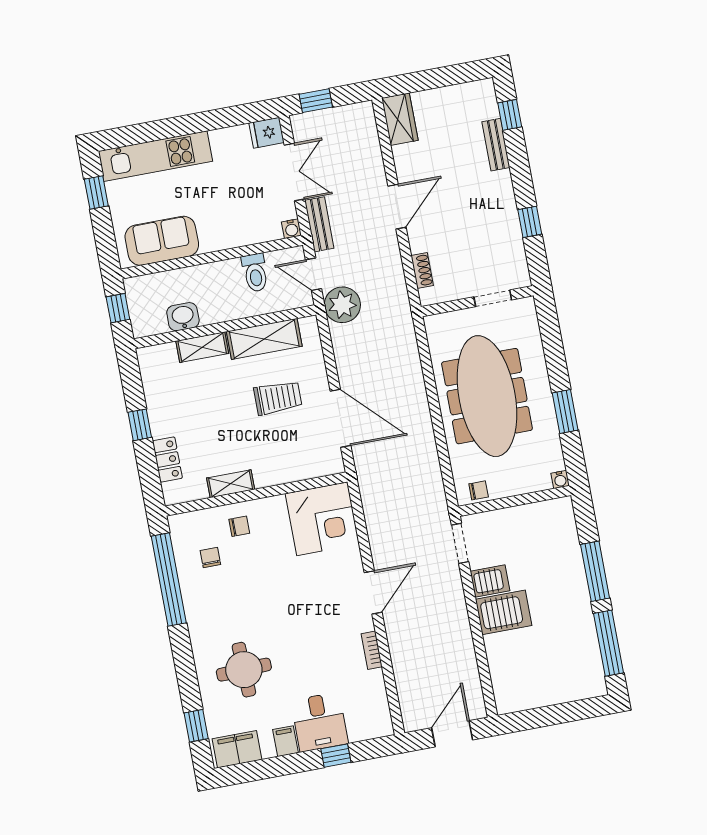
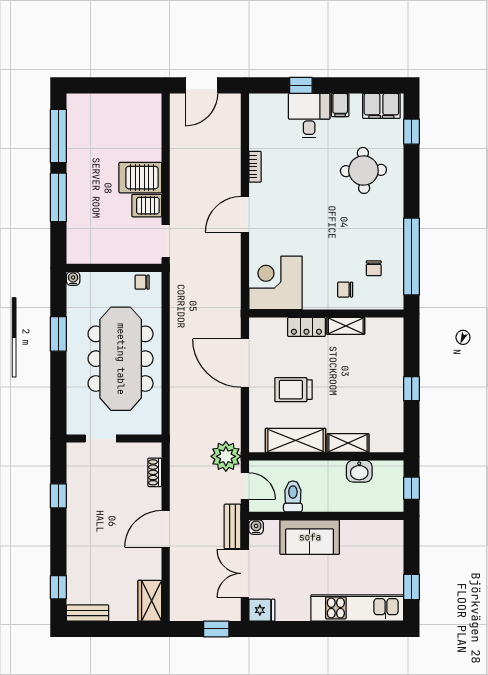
bench: (496, 145) -> (87, 613), moved, turned 90
sofa: (162, 241) -> (310, 537), moved
locker: (167, 460) -> (306, 327), moved, turned -90

